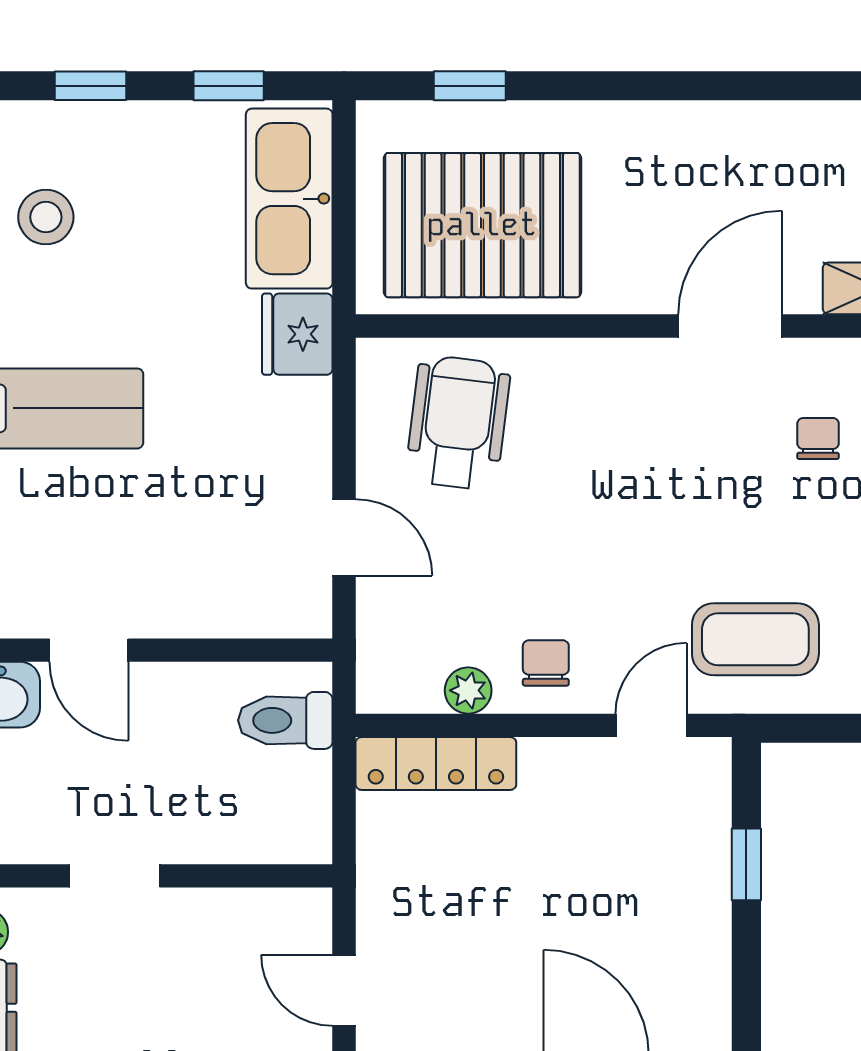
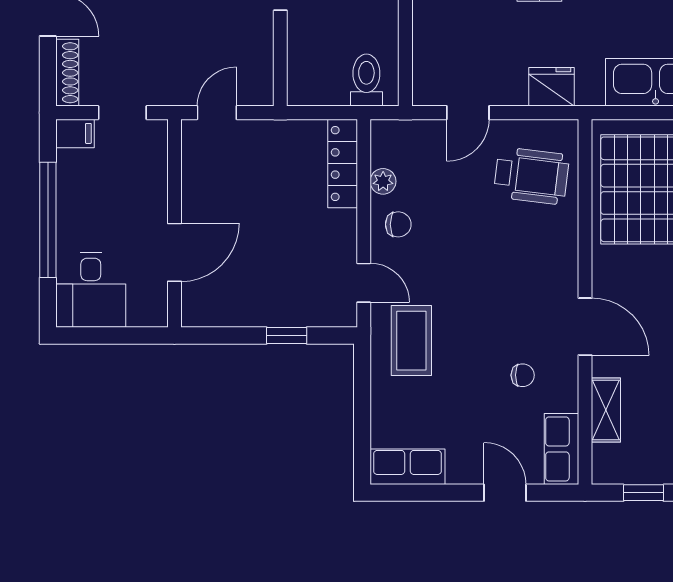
fridge: (297, 334) -> (552, 87), moved

